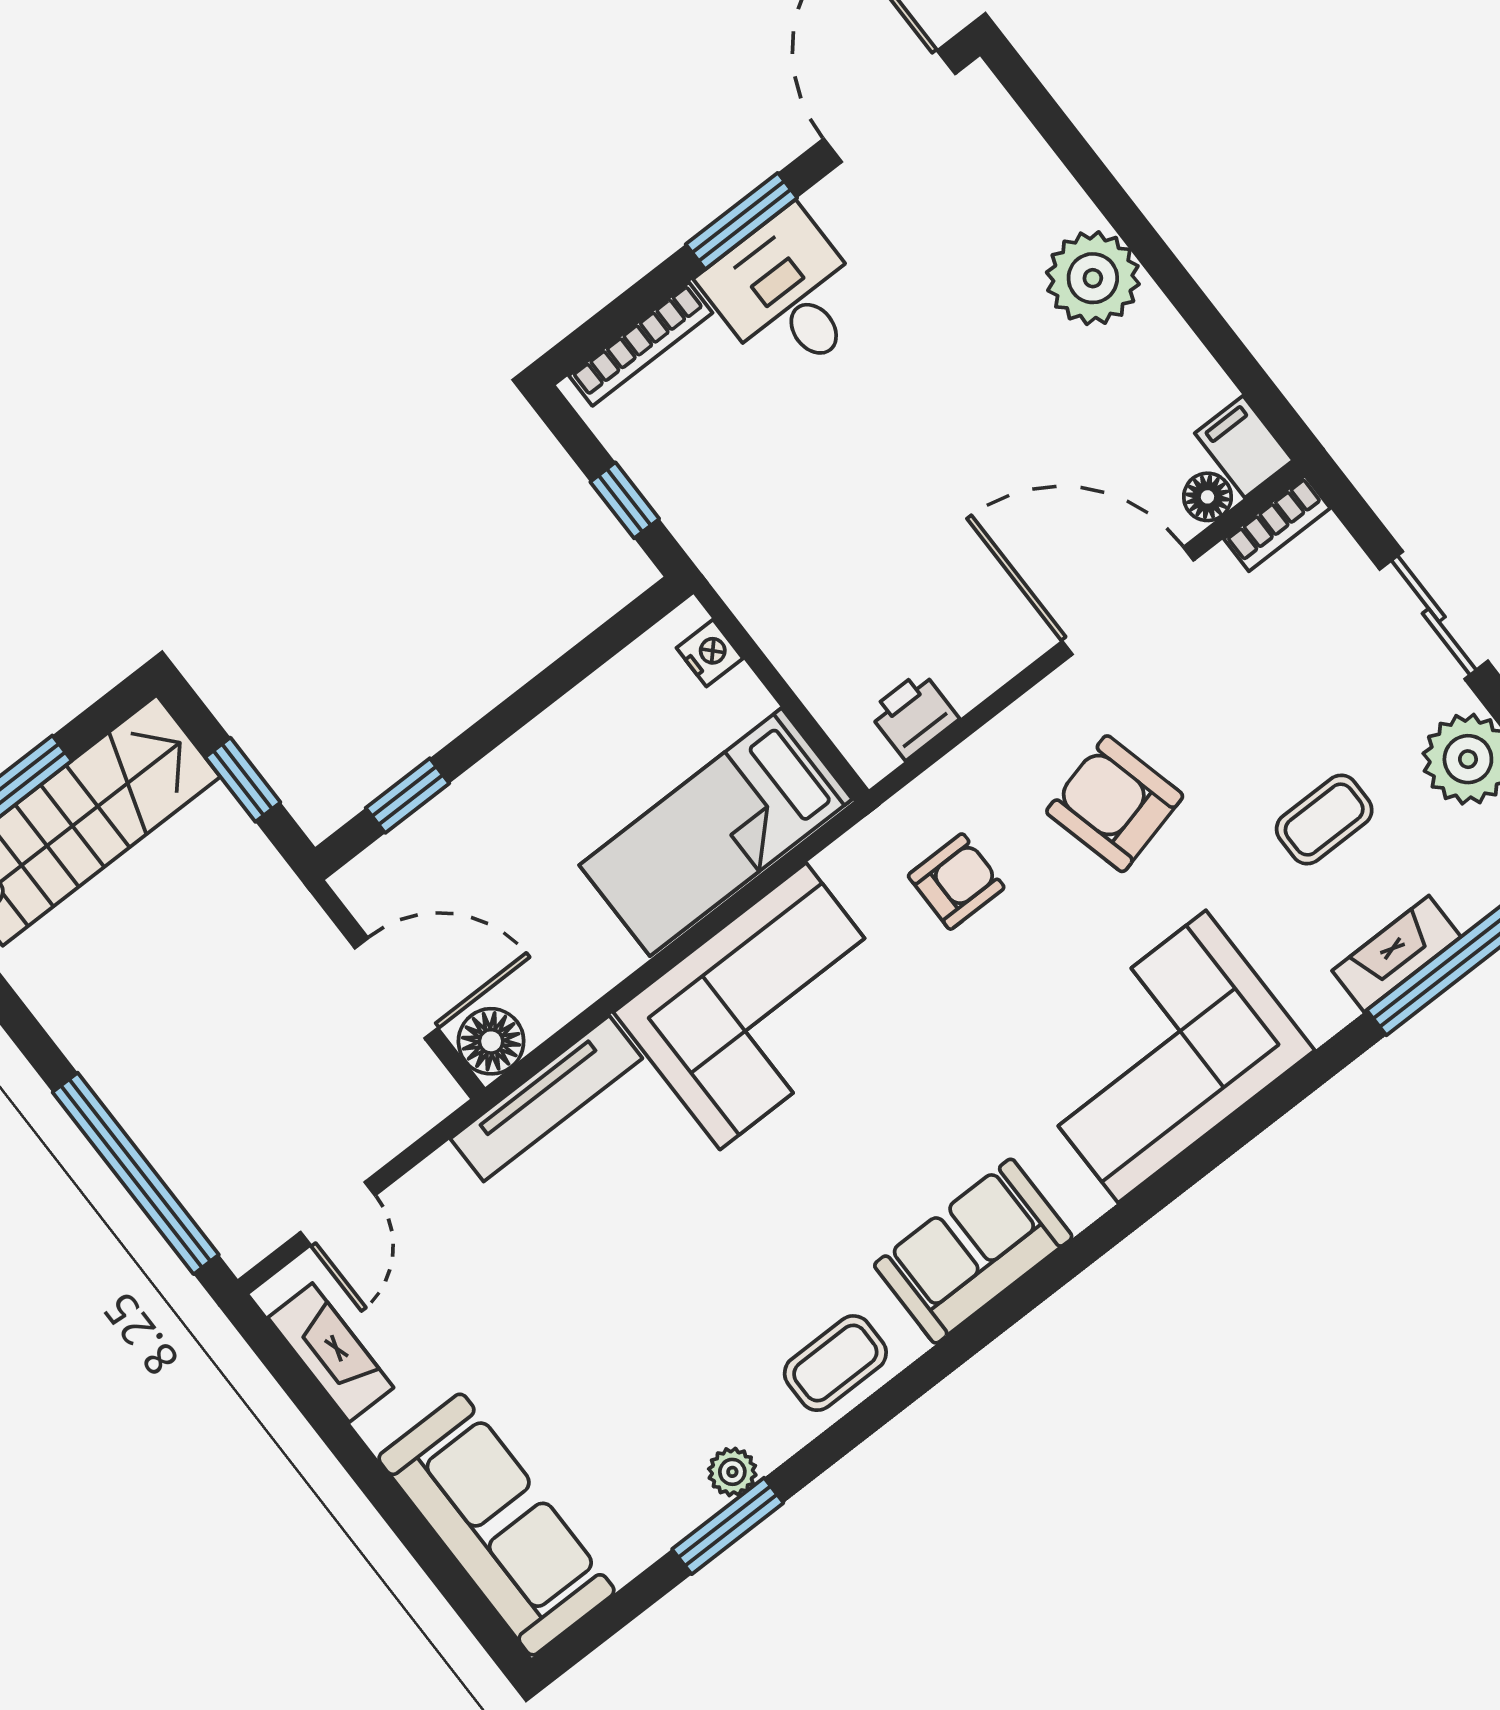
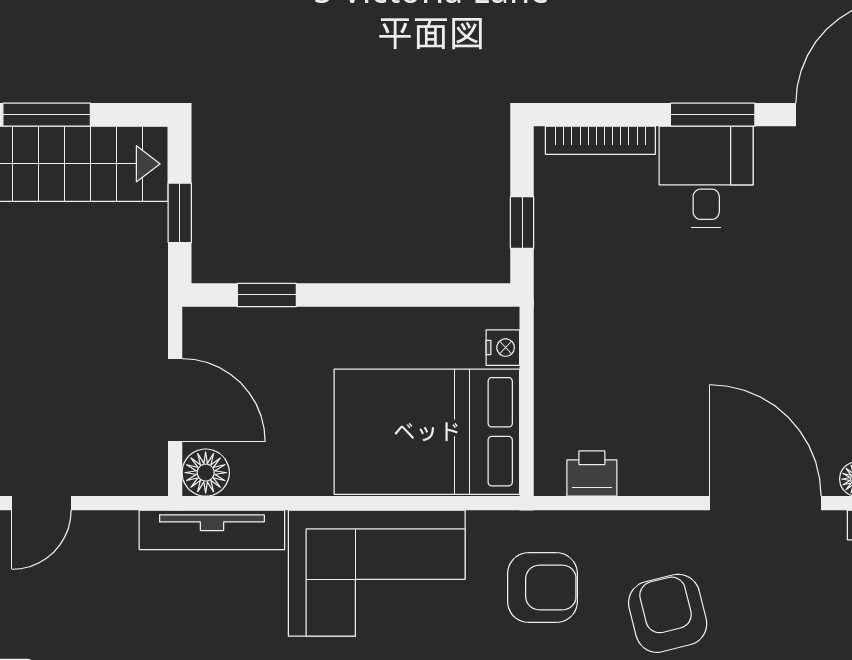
bed: (716, 832) -> (427, 432), width x1.50
armchair: (956, 882) -> (542, 588), width x1.38, depth x1.38

